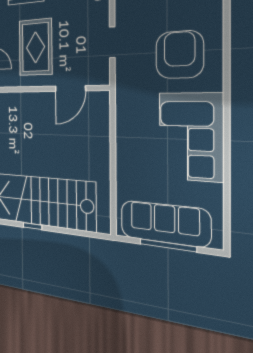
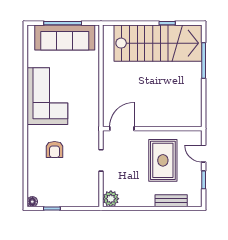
armchair: (179, 55) -> (55, 149), width x0.53, depth x0.53
door: (70, 89) -> (122, 129), moved

